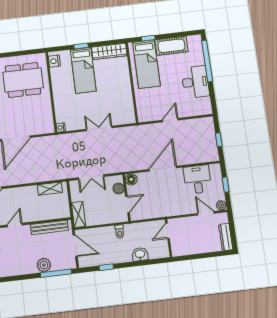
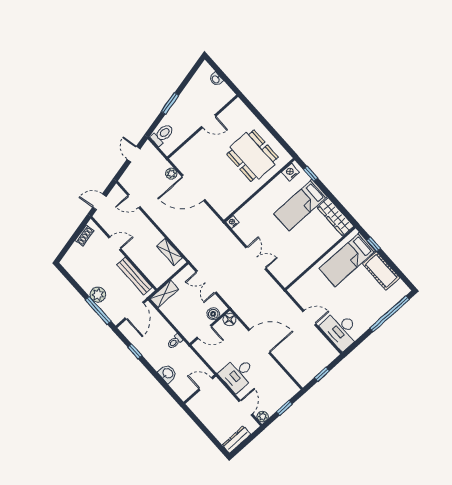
window: (81, 46) -> (311, 174), moved
desk: (195, 82) -> (341, 330), moved, turned 90
desk: (197, 179) -> (238, 374), moved, turned 180

